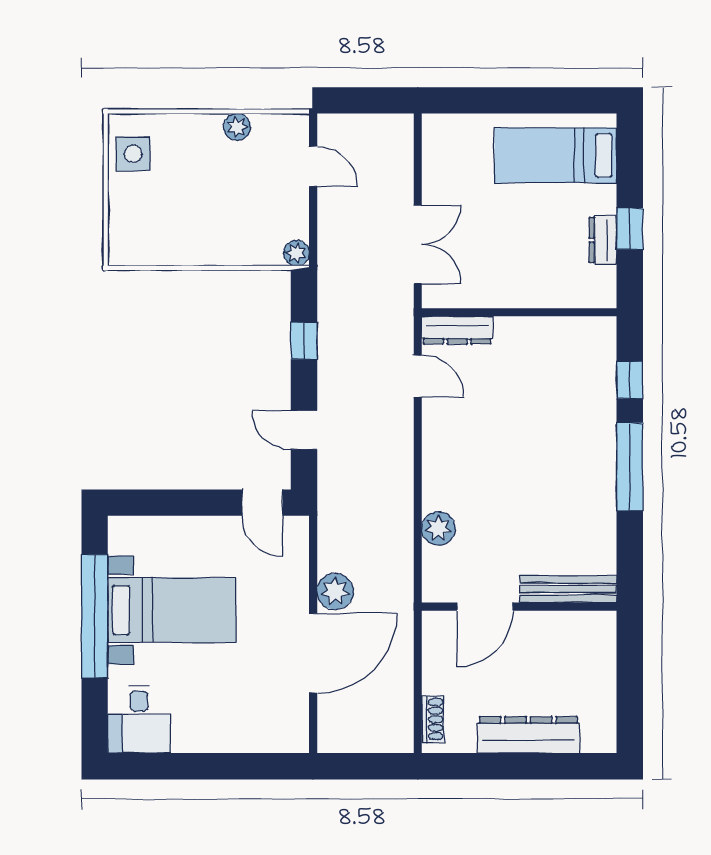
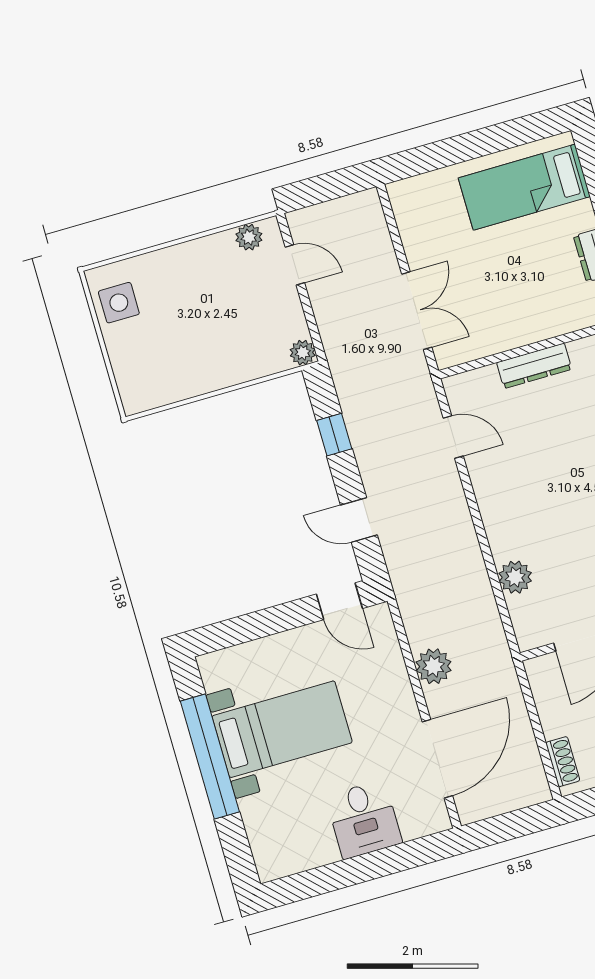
plant: (237, 127) -> (249, 237), moved
dresser: (457, 330) -> (534, 366), moved
door: (313, 653) -> (437, 759), moved
desk: (139, 719) -> (364, 819), moved

